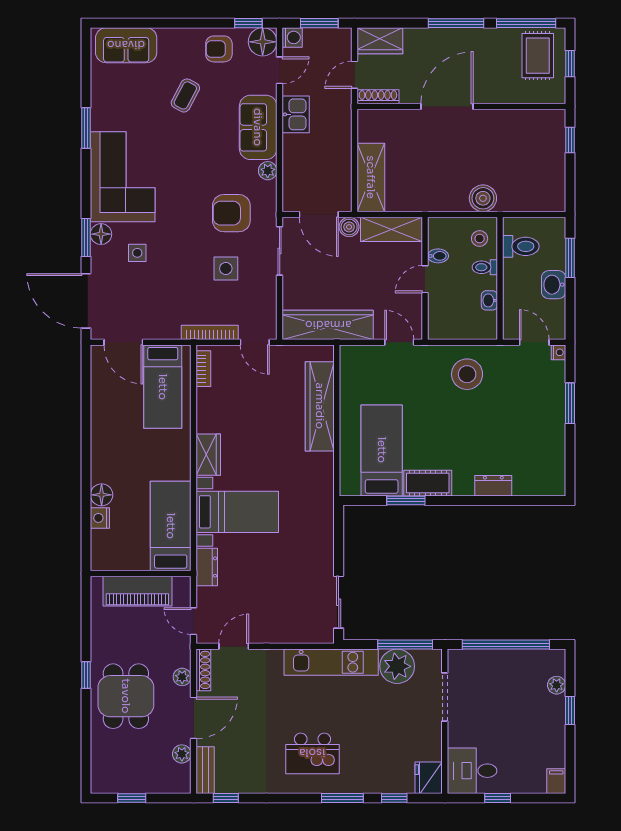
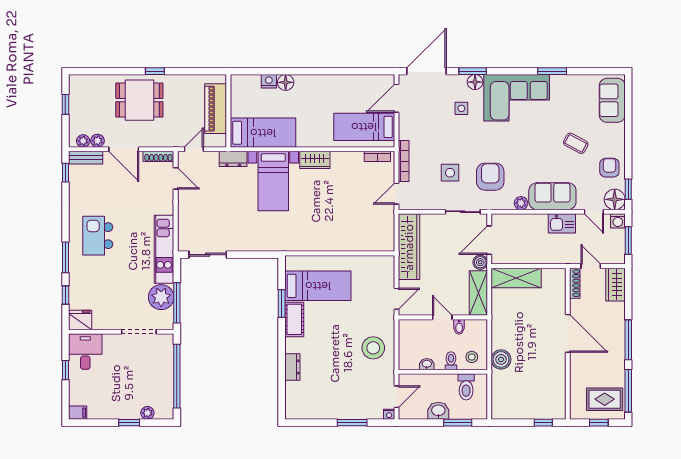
wardrobe: (320, 406) -> (350, 241), removed
plant: (182, 677) -> (83, 141), moved

